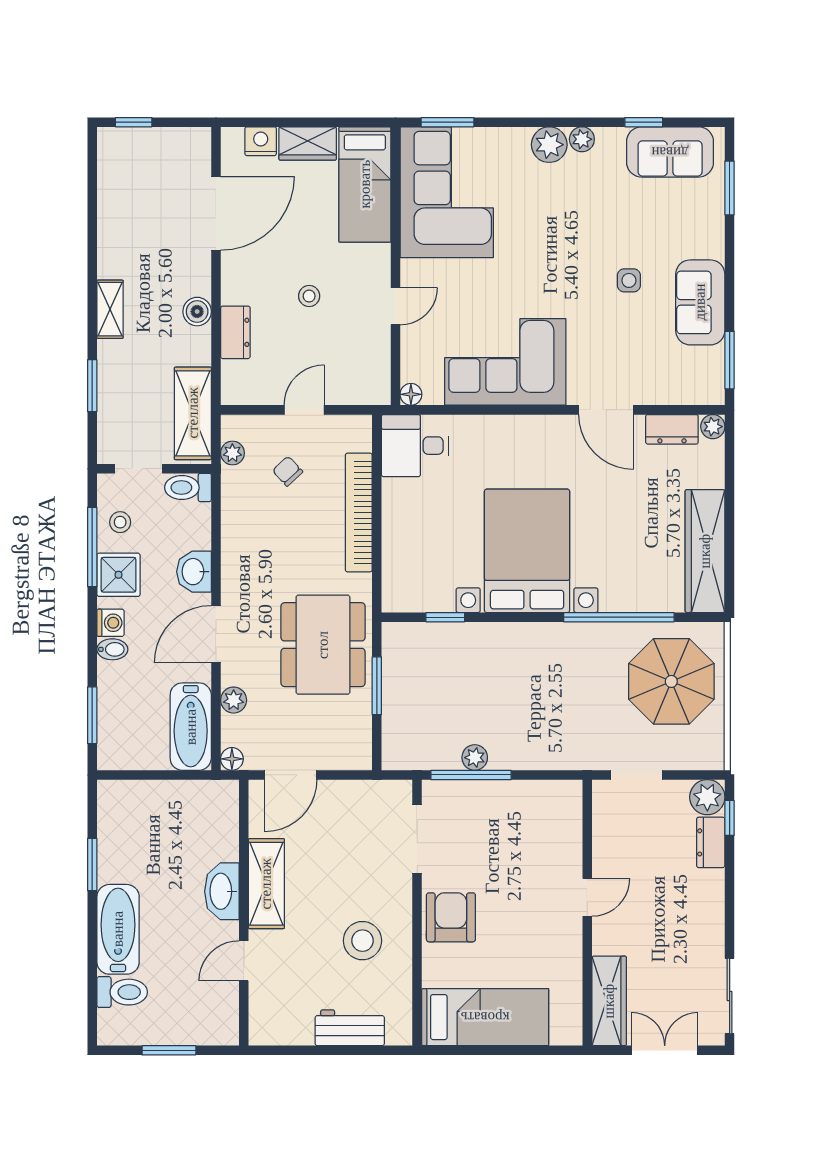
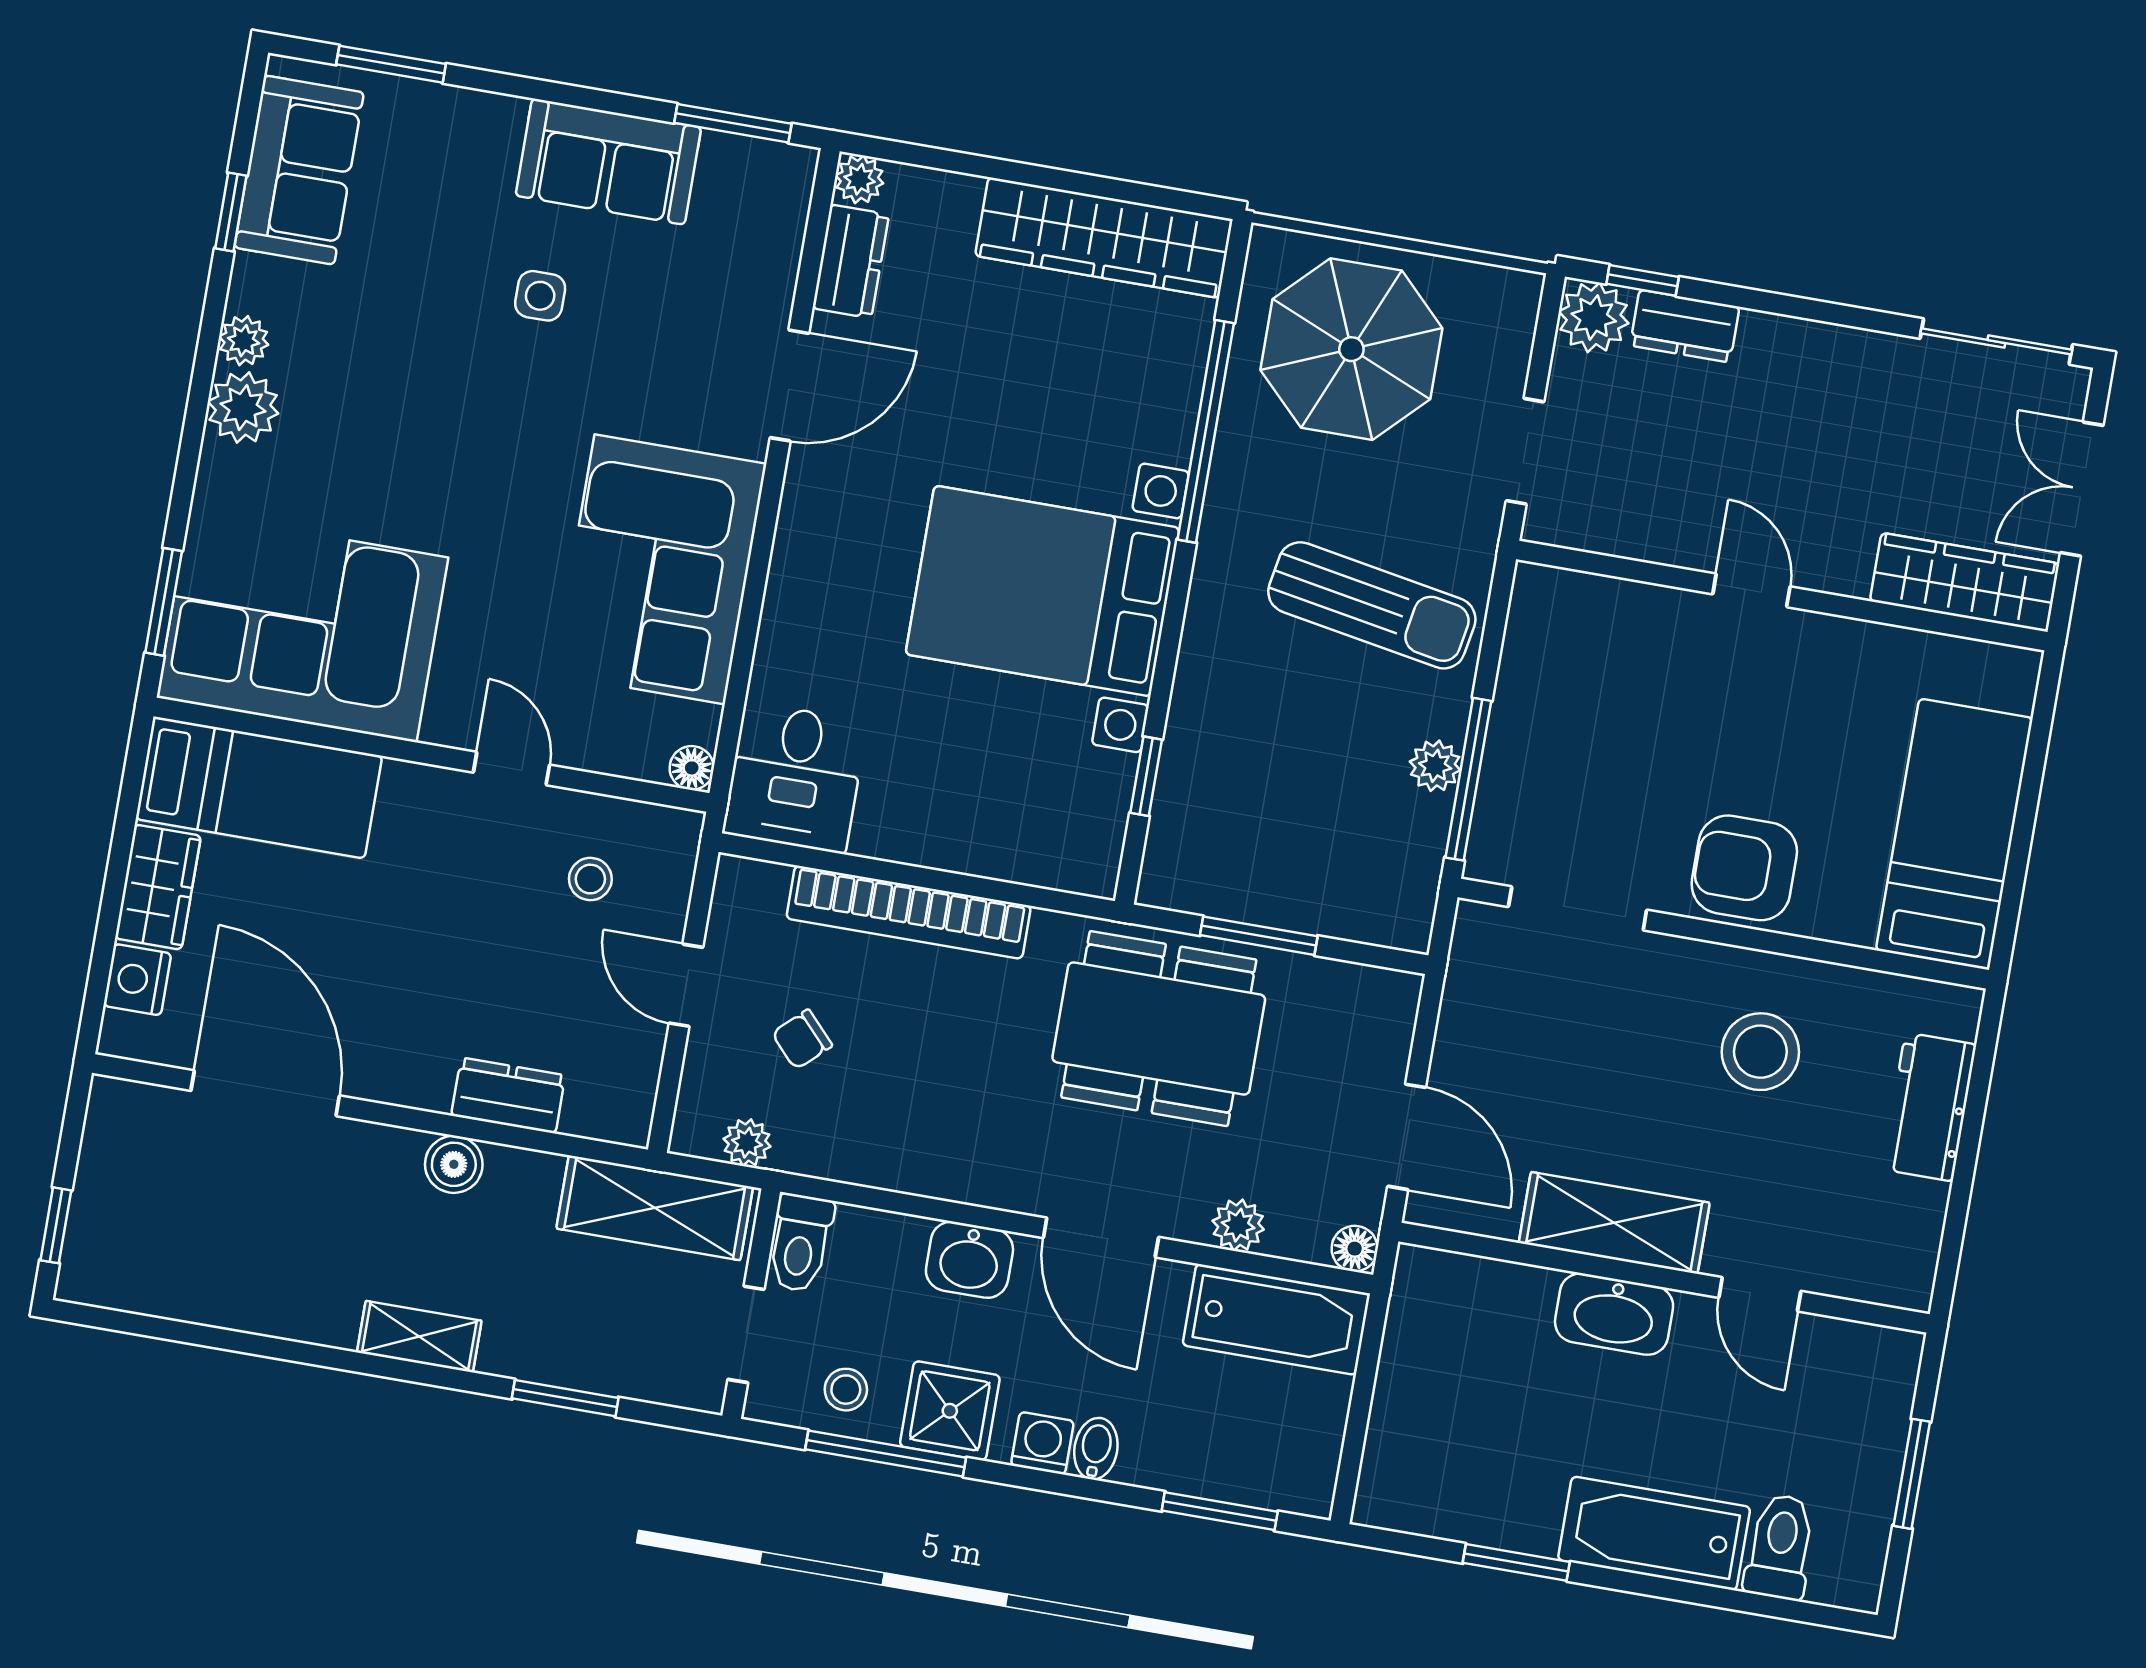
stool: (309, 296) -> (590, 879), moved
sun lounger: (548, 713) -> (1372, 605), added

